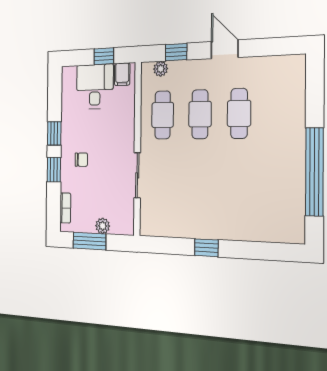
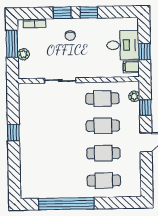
cafe table: (280, 113) -> (104, 181), added

